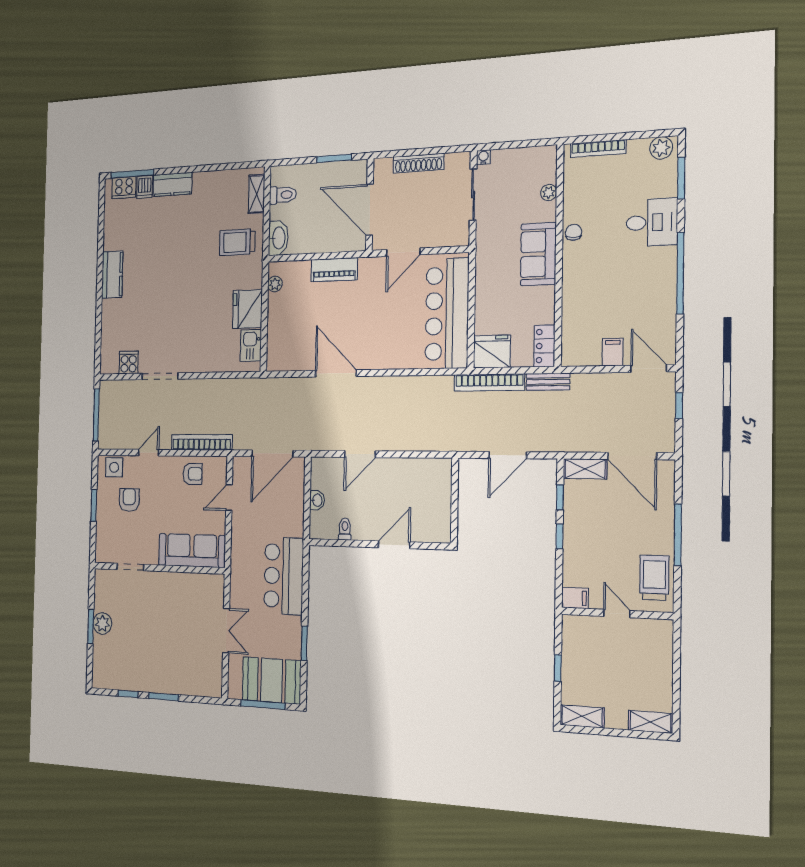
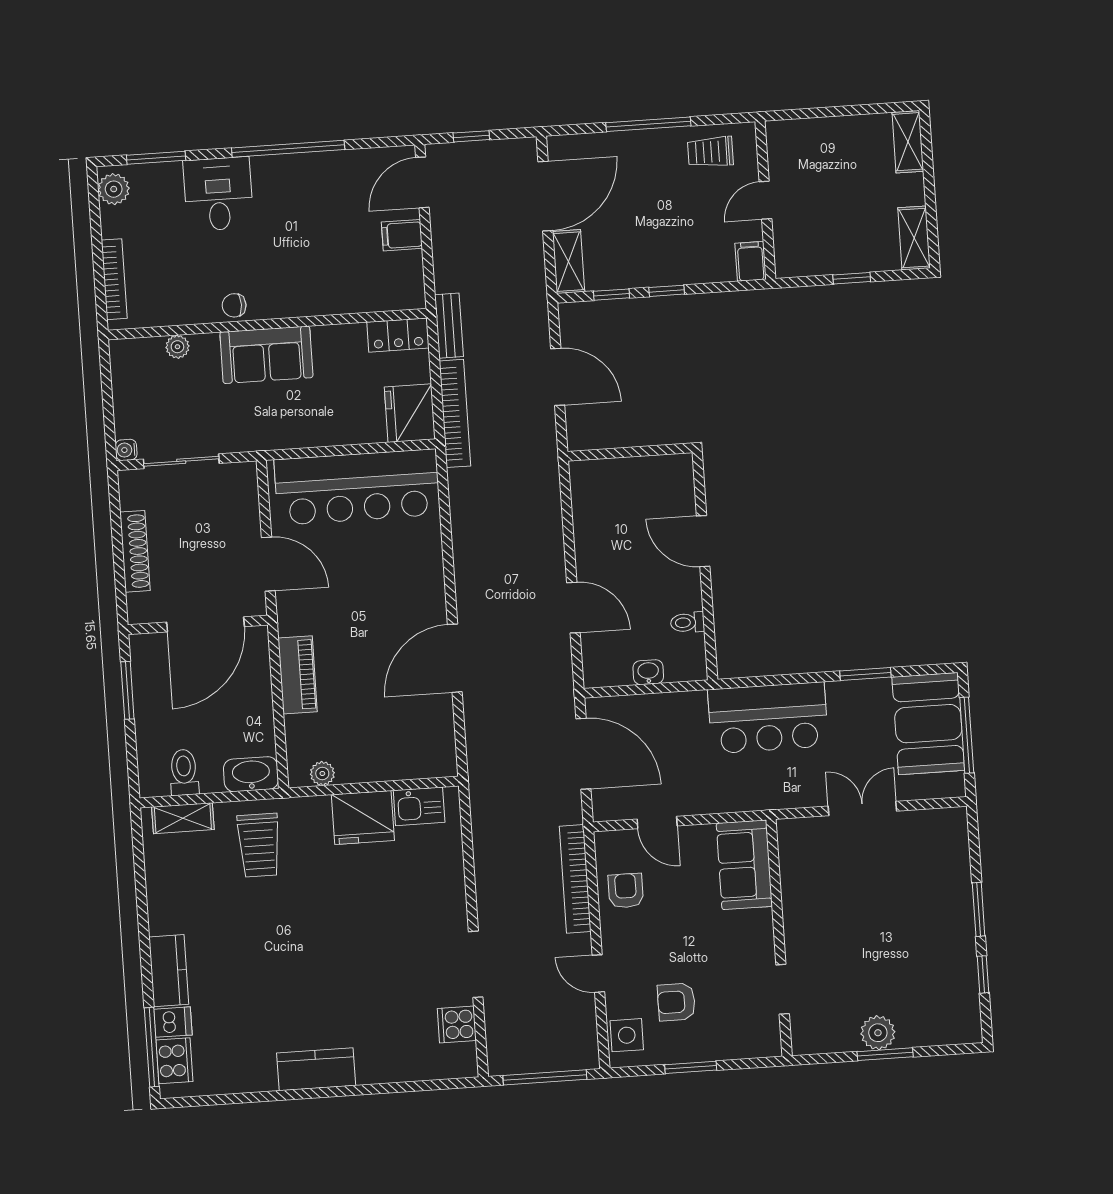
sofa: (192, 550) -> (744, 865), width x0.73
trolley: (654, 578) -> (710, 152), width x0.73, depth x0.72

